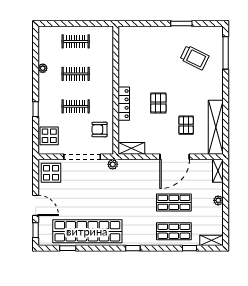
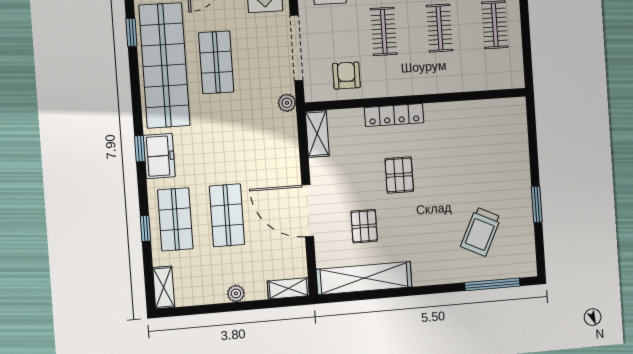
pallet: (158, 103) -> (399, 175), turned 90
pallet: (186, 125) -> (364, 226), turned 90
shop shelf: (87, 202) -> (216, 62), added
freezer: (138, 238) -> (159, 156), added
window: (190, 248) -> (145, 228), moved

